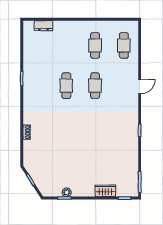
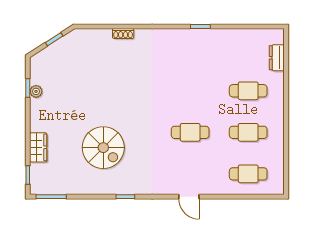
cafe table: (66, 86) -> (248, 91), moved
spiral stairs: (106, 146) -> (103, 148), added

